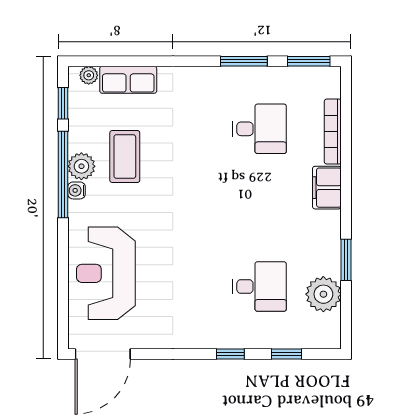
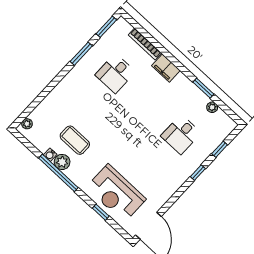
row of seats: (128, 80) -> (44, 109), removed
window: (63, 103) -> (101, 212), moved
desk: (259, 129) -> (115, 73), turned 180
water cooler: (77, 190) -> (50, 155), moved
desk: (259, 287) -> (181, 134), turned 180
plant: (323, 294) -> (212, 107), width x0.53, depth x0.53

